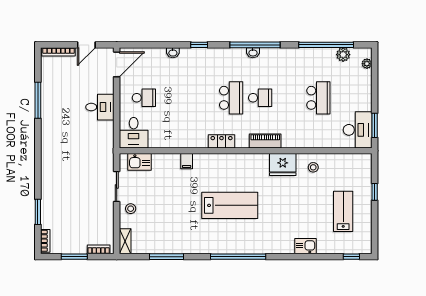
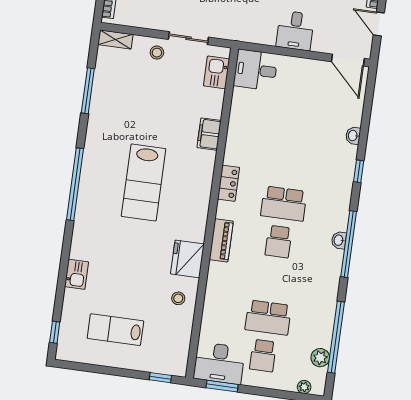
school desk: (144, 98) -> (263, 356), moved
filing cabinet: (187, 161) -> (209, 134), width x2.00
window: (375, 192) -> (160, 378), moved
lab bench: (343, 211) -> (115, 330), turned 180

